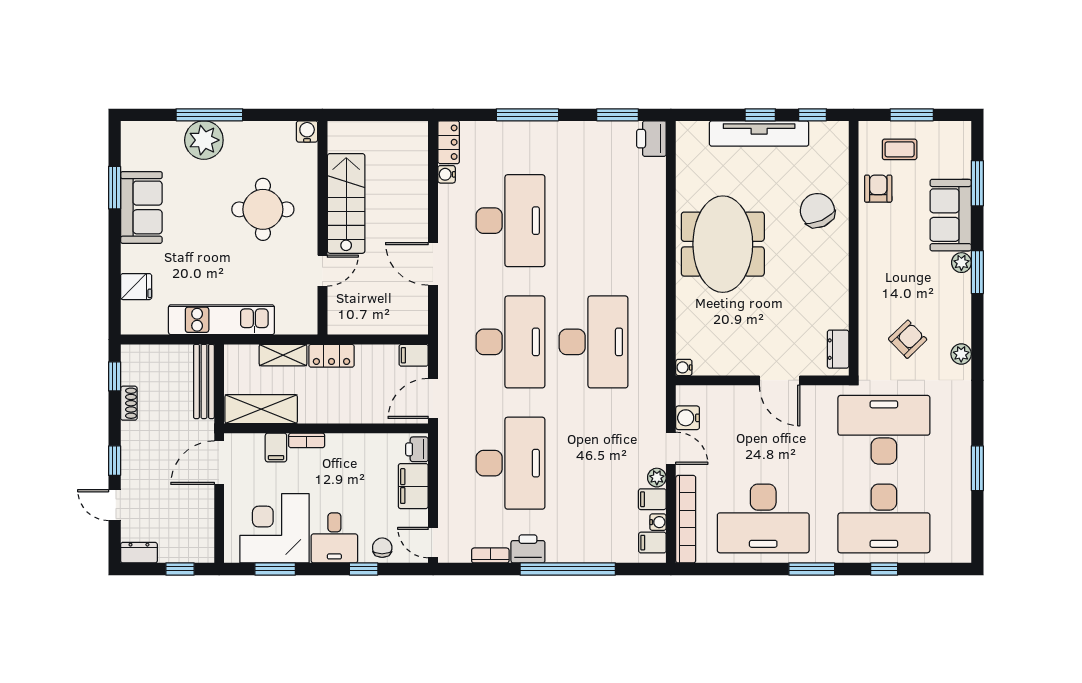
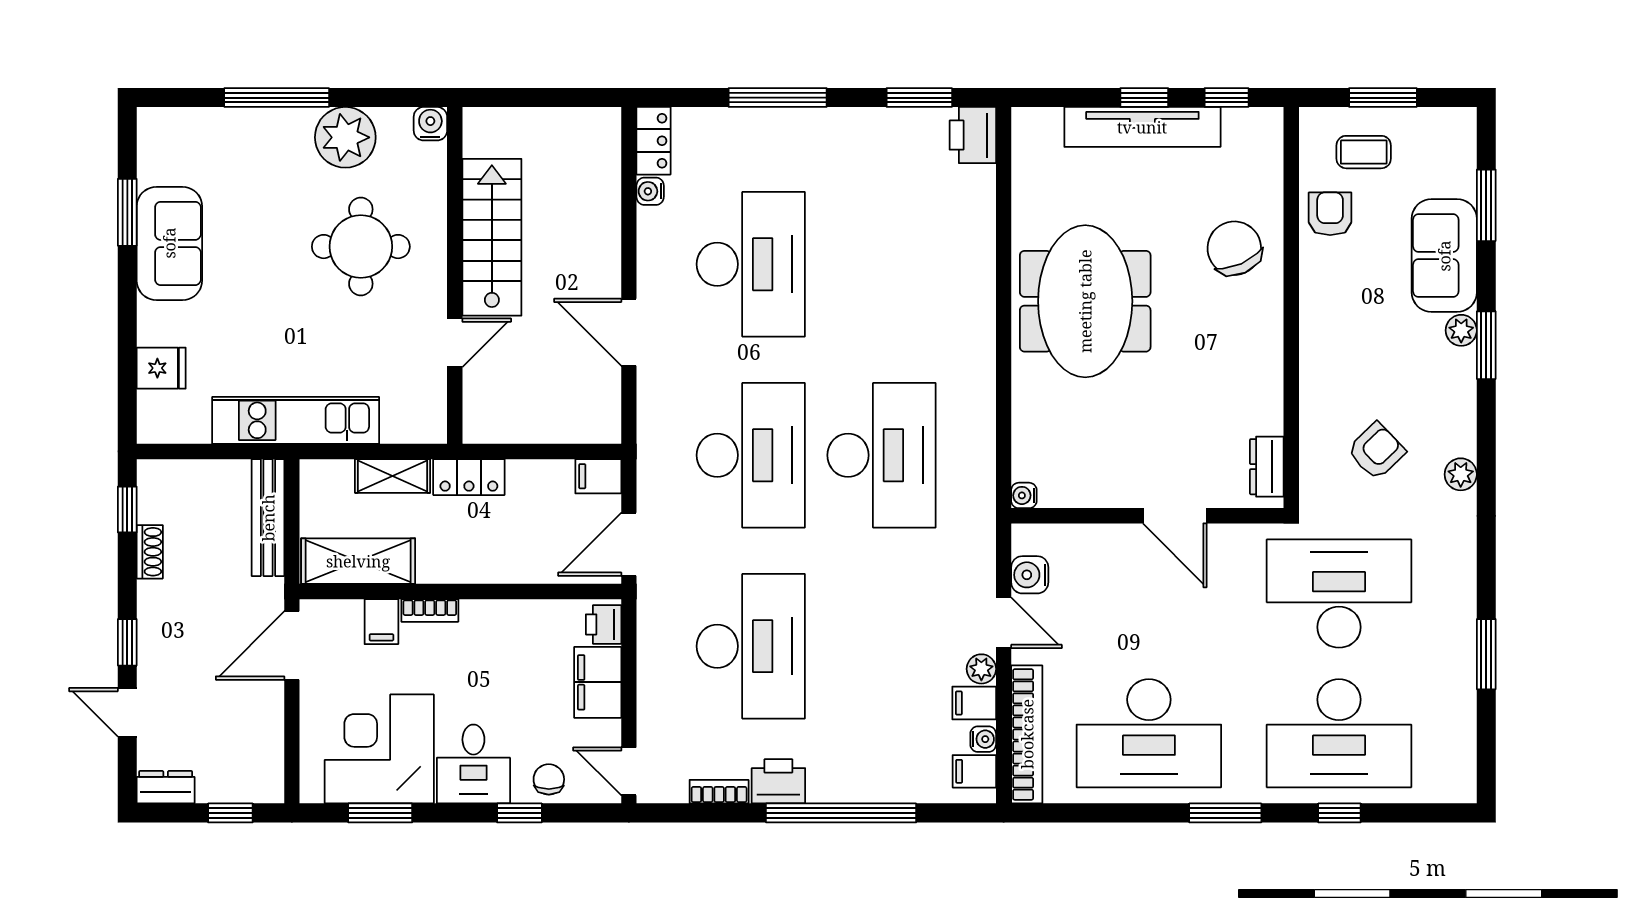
plant: (204, 140) -> (345, 137), moved

